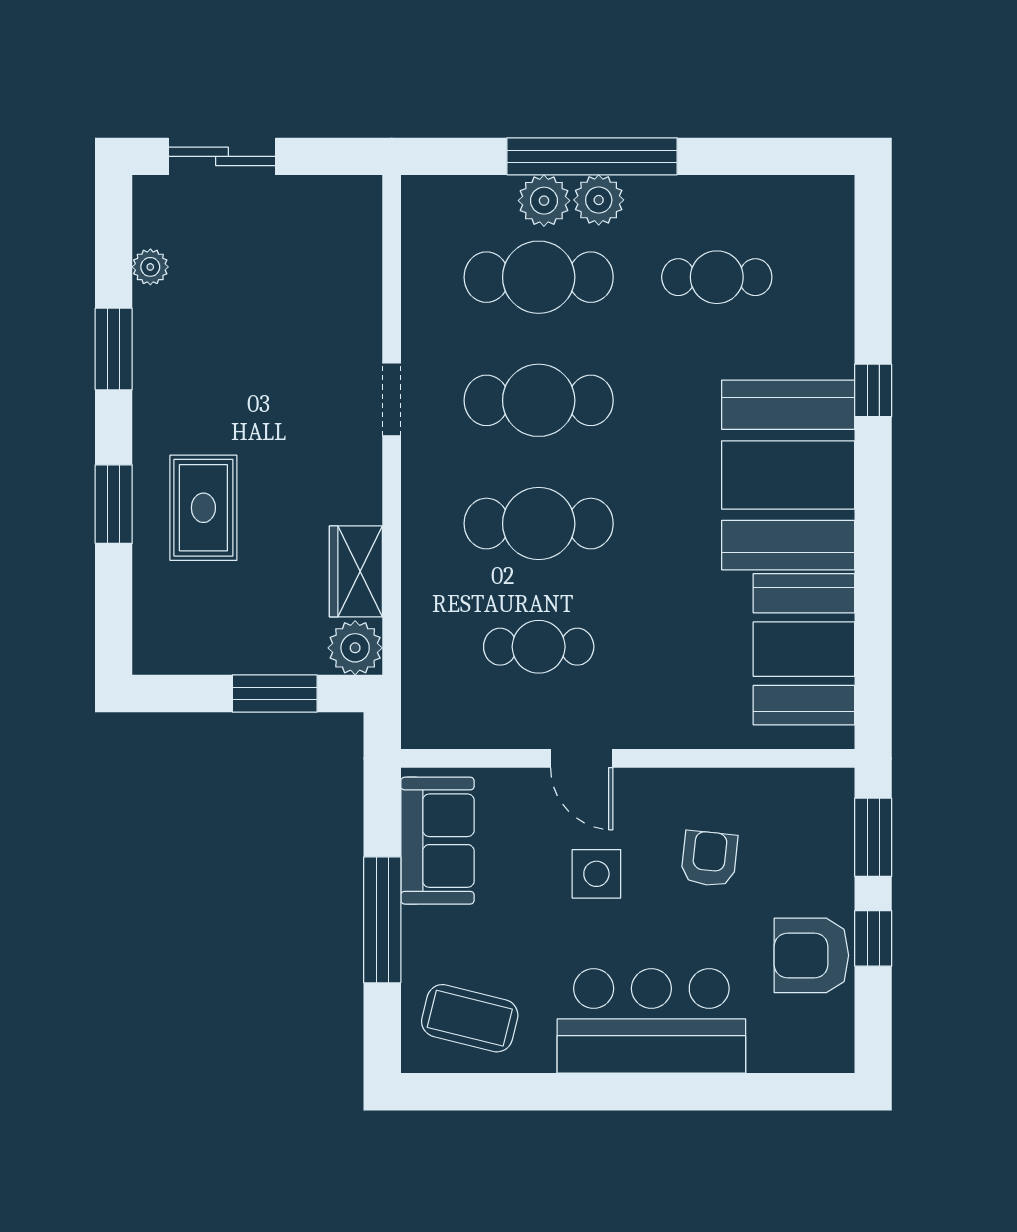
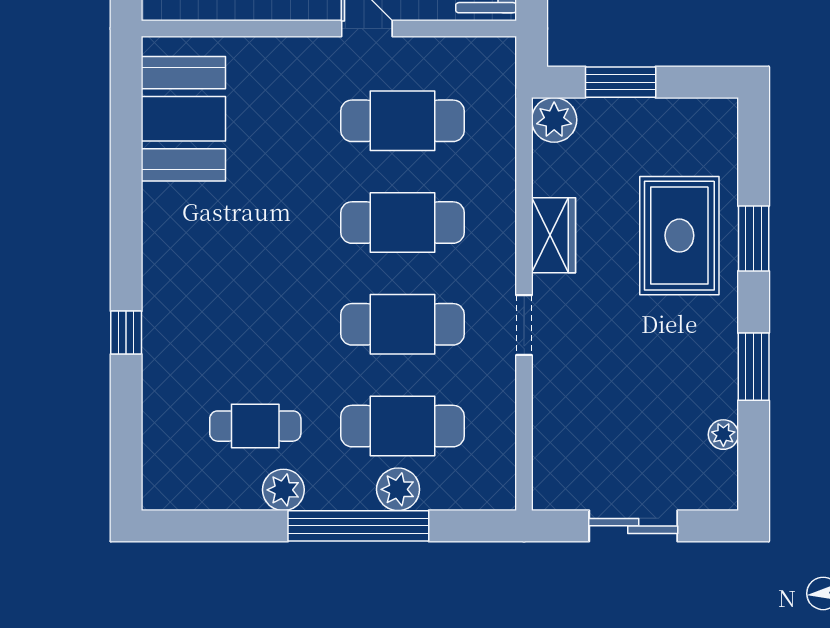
sliding door: (222, 156) -> (633, 526), moved
plant: (599, 200) -> (283, 490), moved
booth: (788, 475) -> (196, 263), removed
rug: (203, 508) -> (679, 236), width x1.36, depth x1.43
wardrobe: (356, 571) -> (553, 235), moved
cafe table: (539, 647) -> (402, 121), width x1.37, depth x1.35

